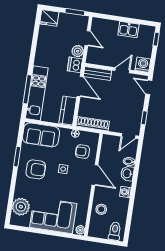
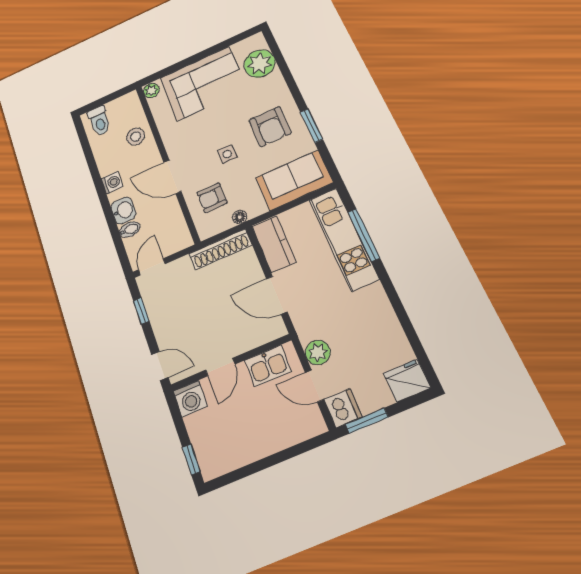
kitchen sink: (128, 30) -> (268, 366), moved, turned 180
dishwasher: (75, 65) -> (343, 408), moved
bench: (97, 73) -> (260, 335), removed
armchair: (83, 152) -> (212, 198), turned 180
armchair: (36, 169) -> (270, 127), turned -90

